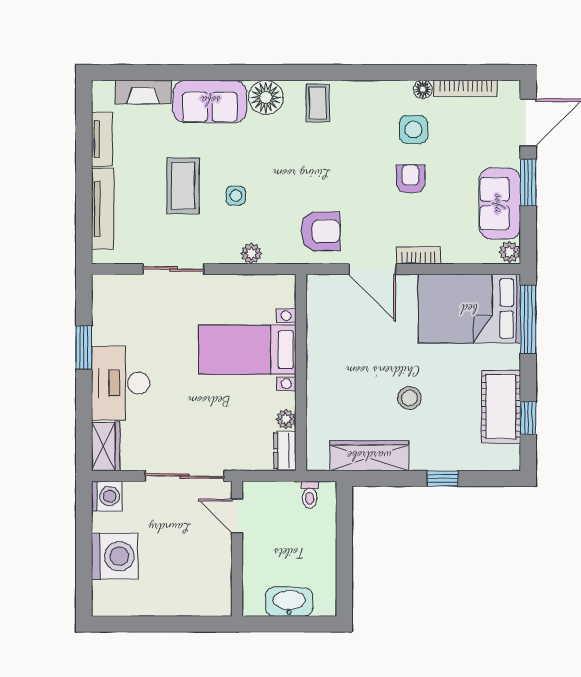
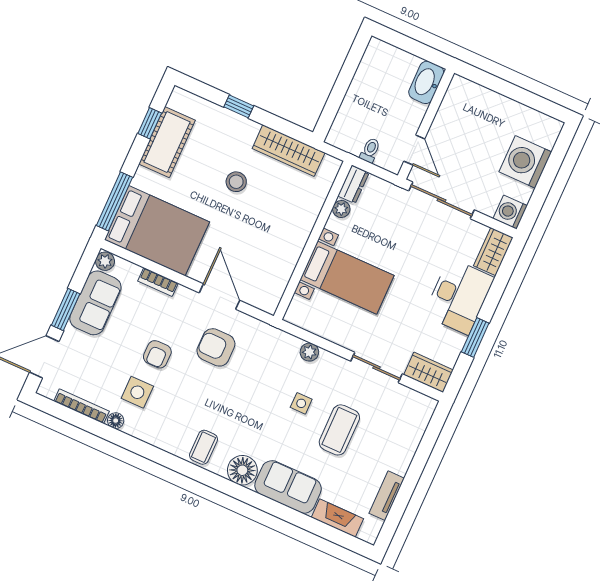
tv unit: (103, 209) -> (411, 440), removed
armchair: (321, 231) -> (216, 347), moved
bookcase: (418, 255) -> (158, 282), moved
wardrobe: (117, 289) -> (428, 372), added
toilet: (310, 495) -> (370, 150), moved
washbasin: (289, 602) -> (426, 82), moved, turned 90

